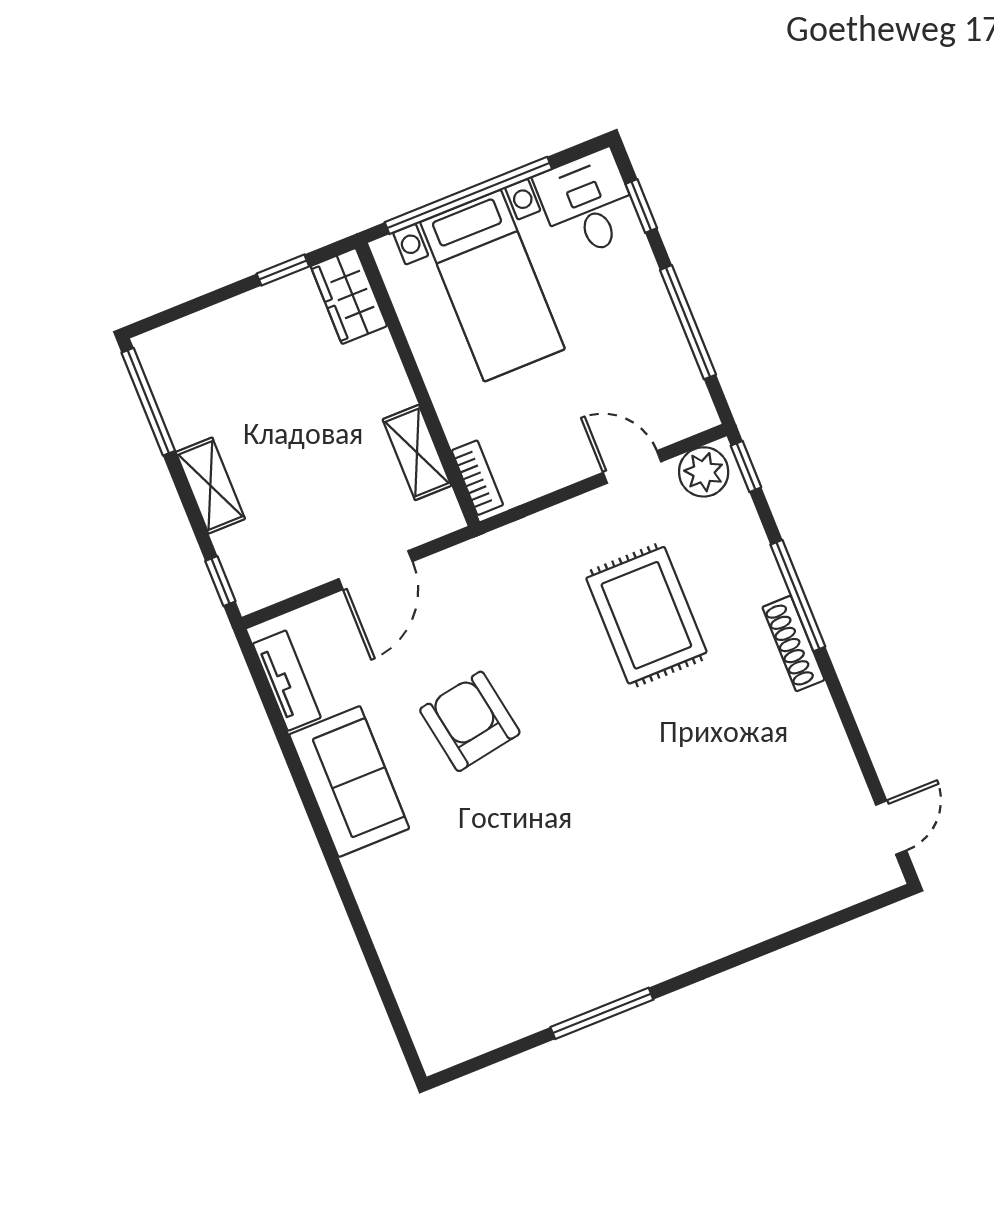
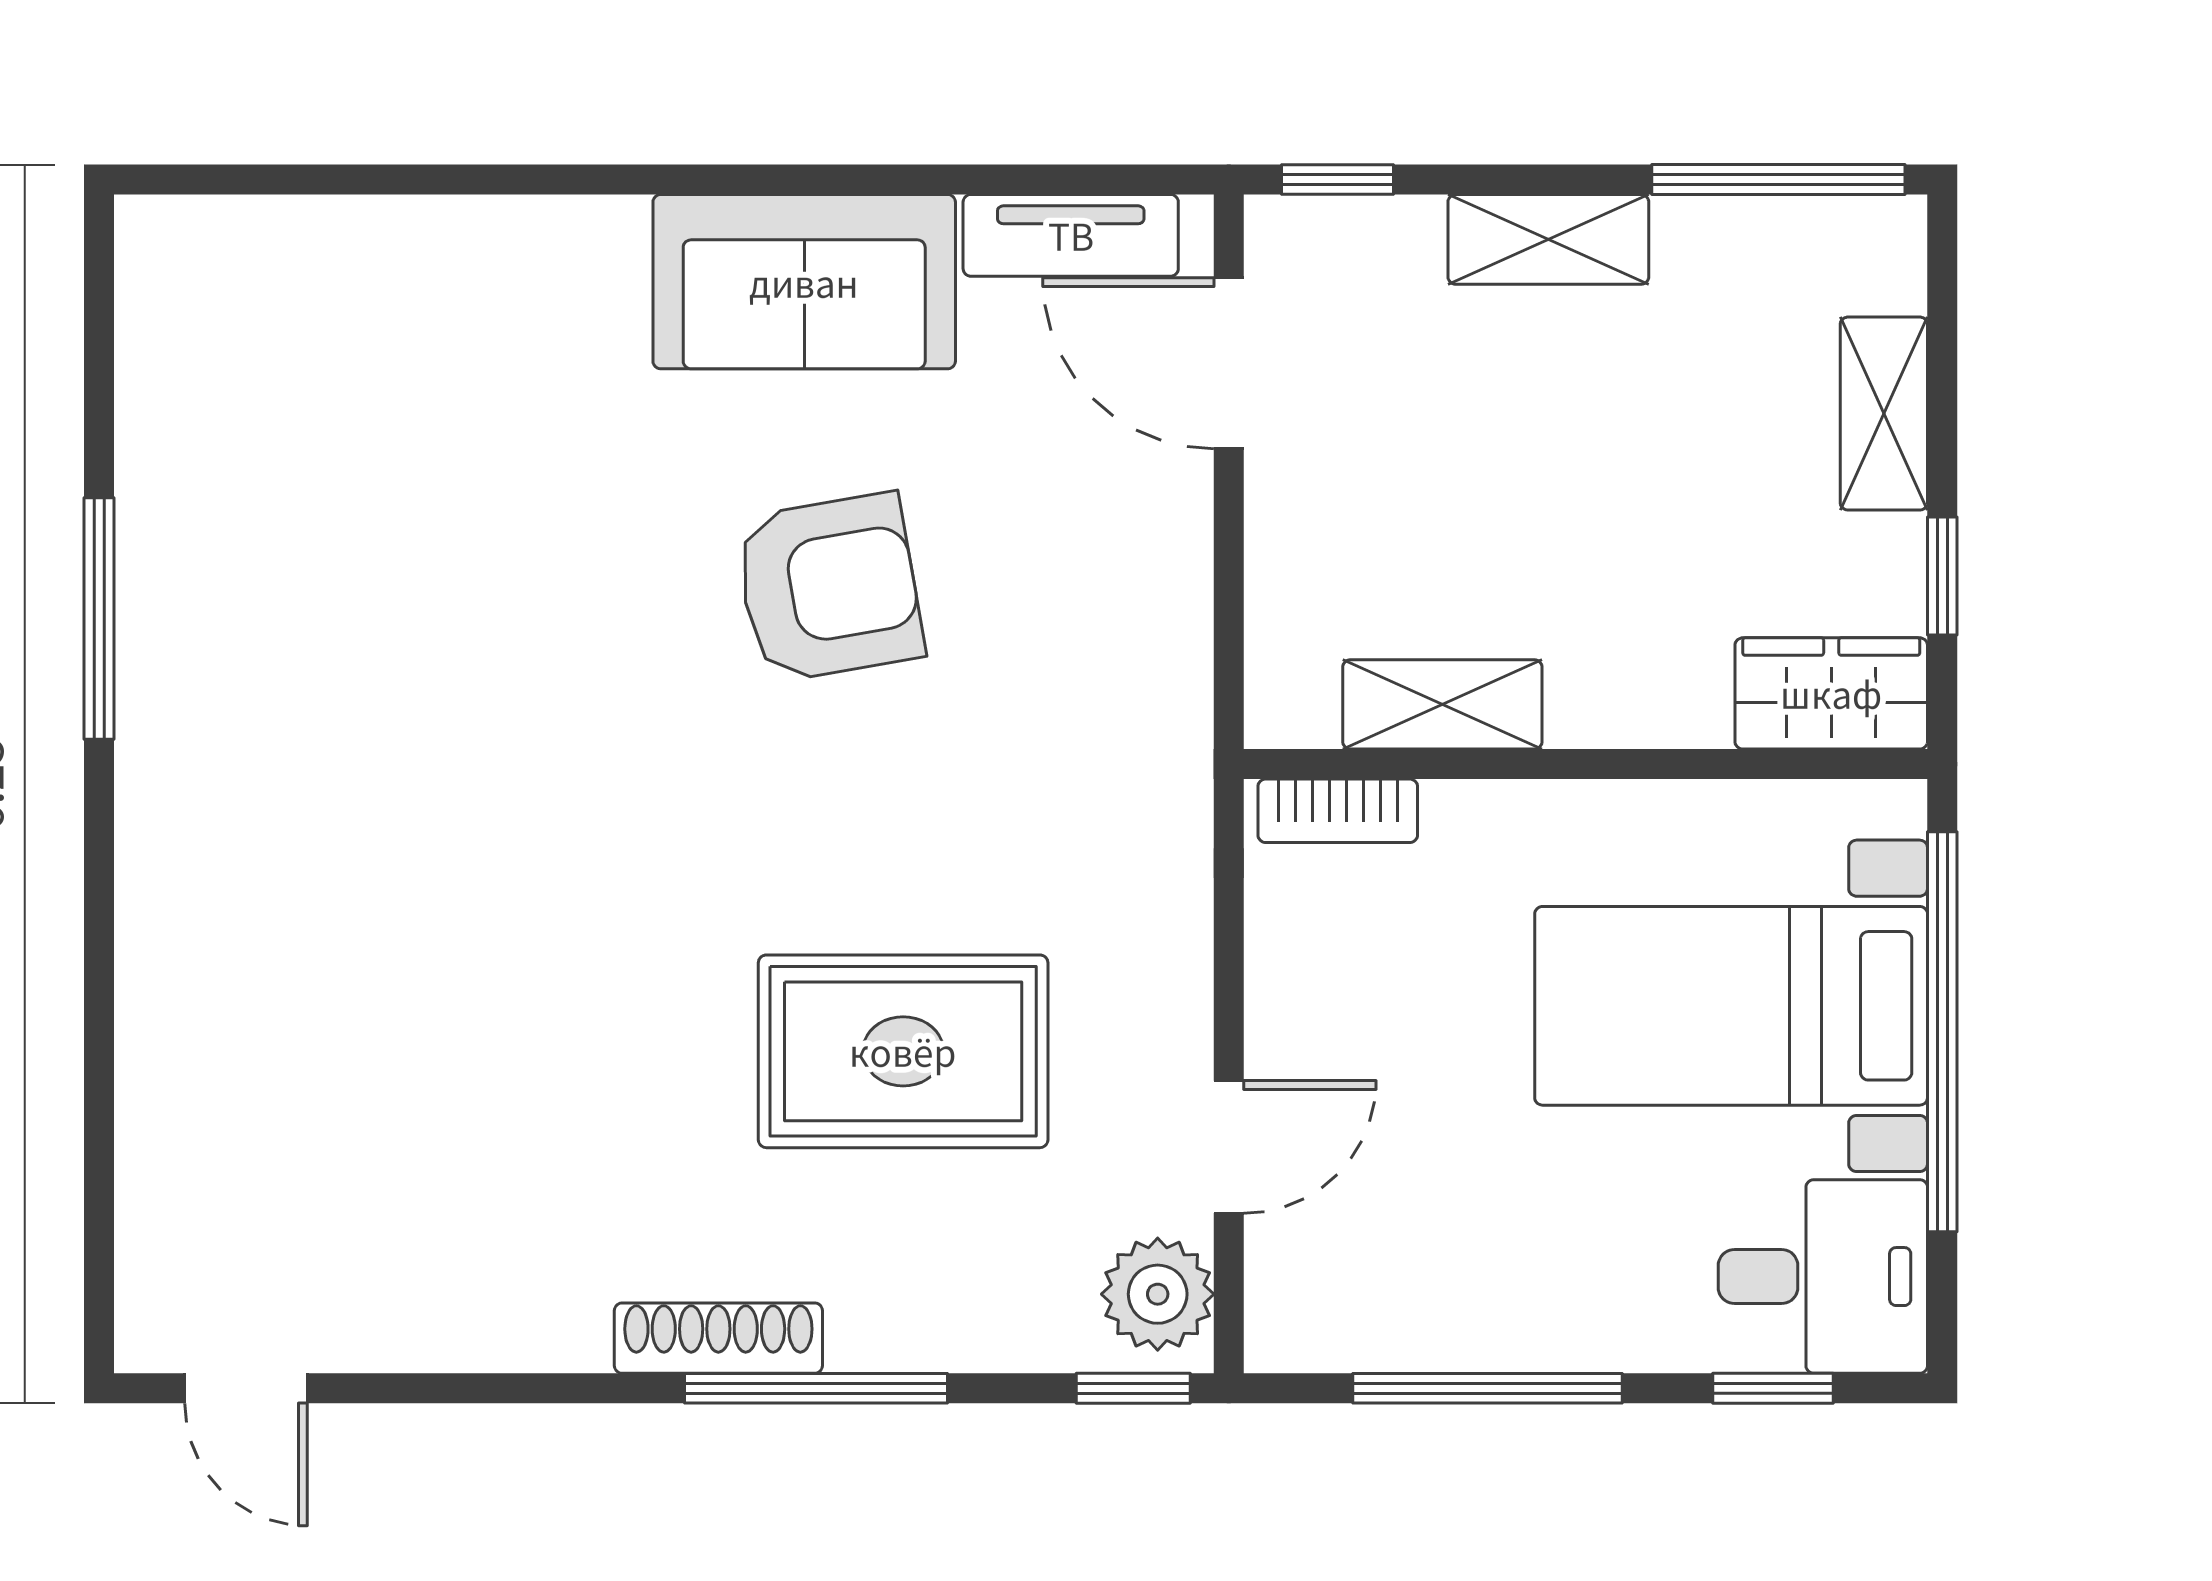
shelving: (226, 320) -> (1884, 414), added
door: (376, 570) -> (1229, 363), moved

